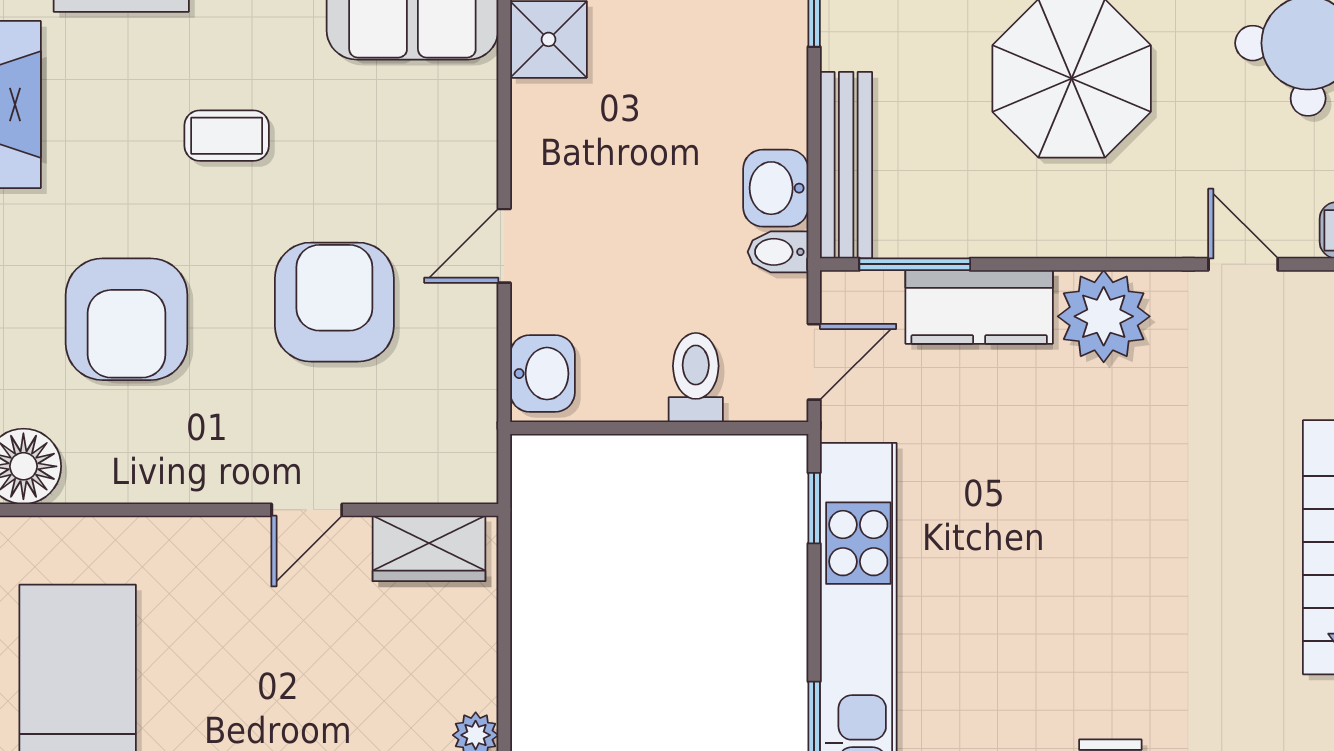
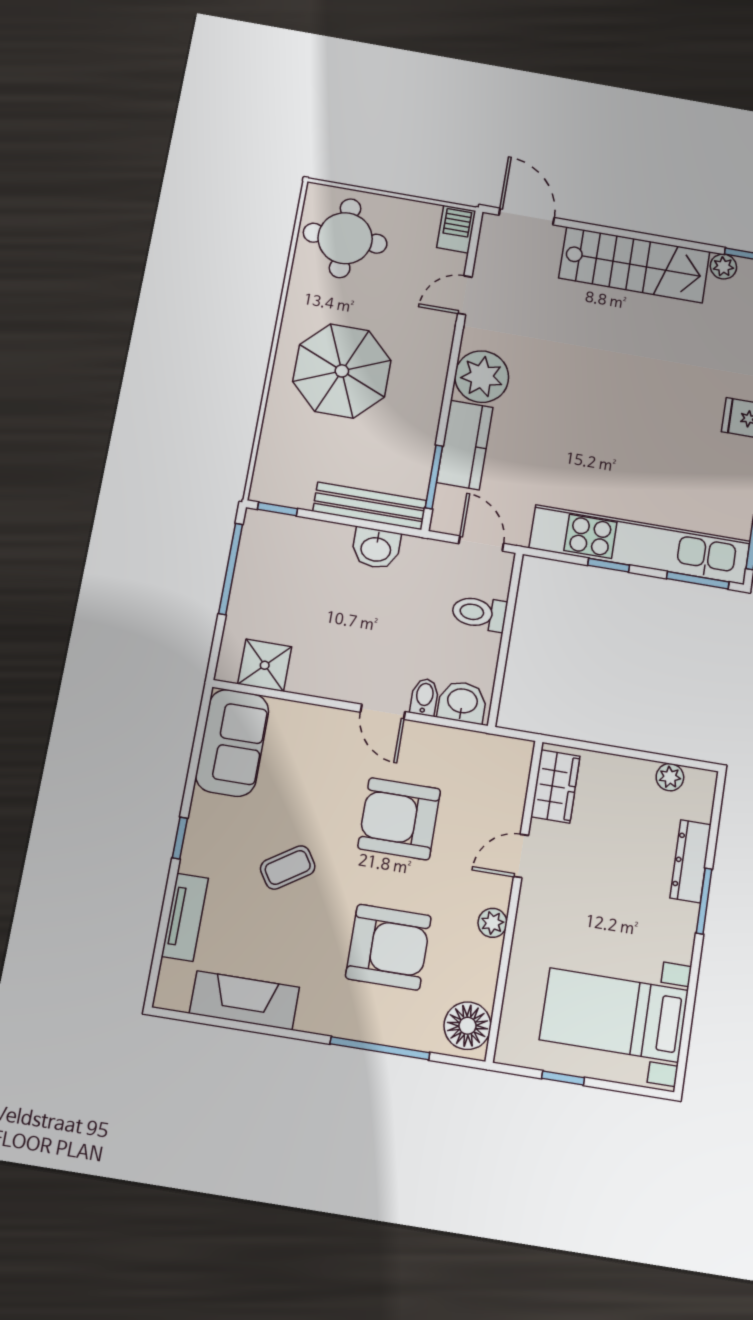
coffee table: (227, 136) -> (288, 867), turned 57
bidet: (778, 252) -> (424, 697), moved, turned 180
plant: (192, 480) -> (493, 923), added
window: (814, 508) -> (609, 565), moved
door: (307, 510) -> (521, 856), swing flipped

